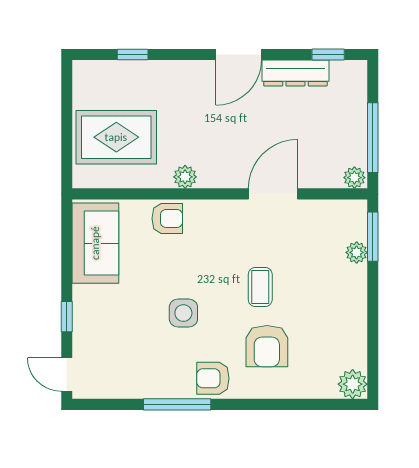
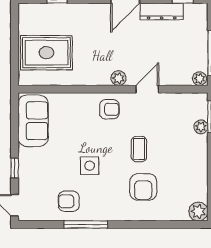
plant: (185, 177) -> (118, 78), moved
door: (273, 194) -> (147, 89), width x0.73
armchair: (167, 218) -> (109, 109), moved
armchair: (213, 378) -> (69, 201), moved

